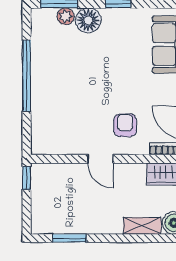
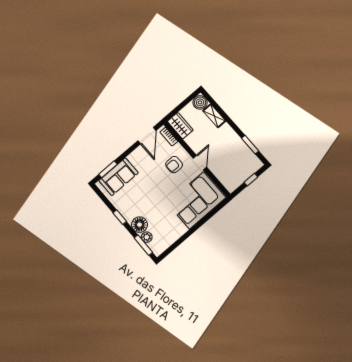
window: (27, 76) -> (191, 232), removed
corner sofa: (58, 115) -> (196, 200), added
window: (27, 178) -> (251, 180), moved

